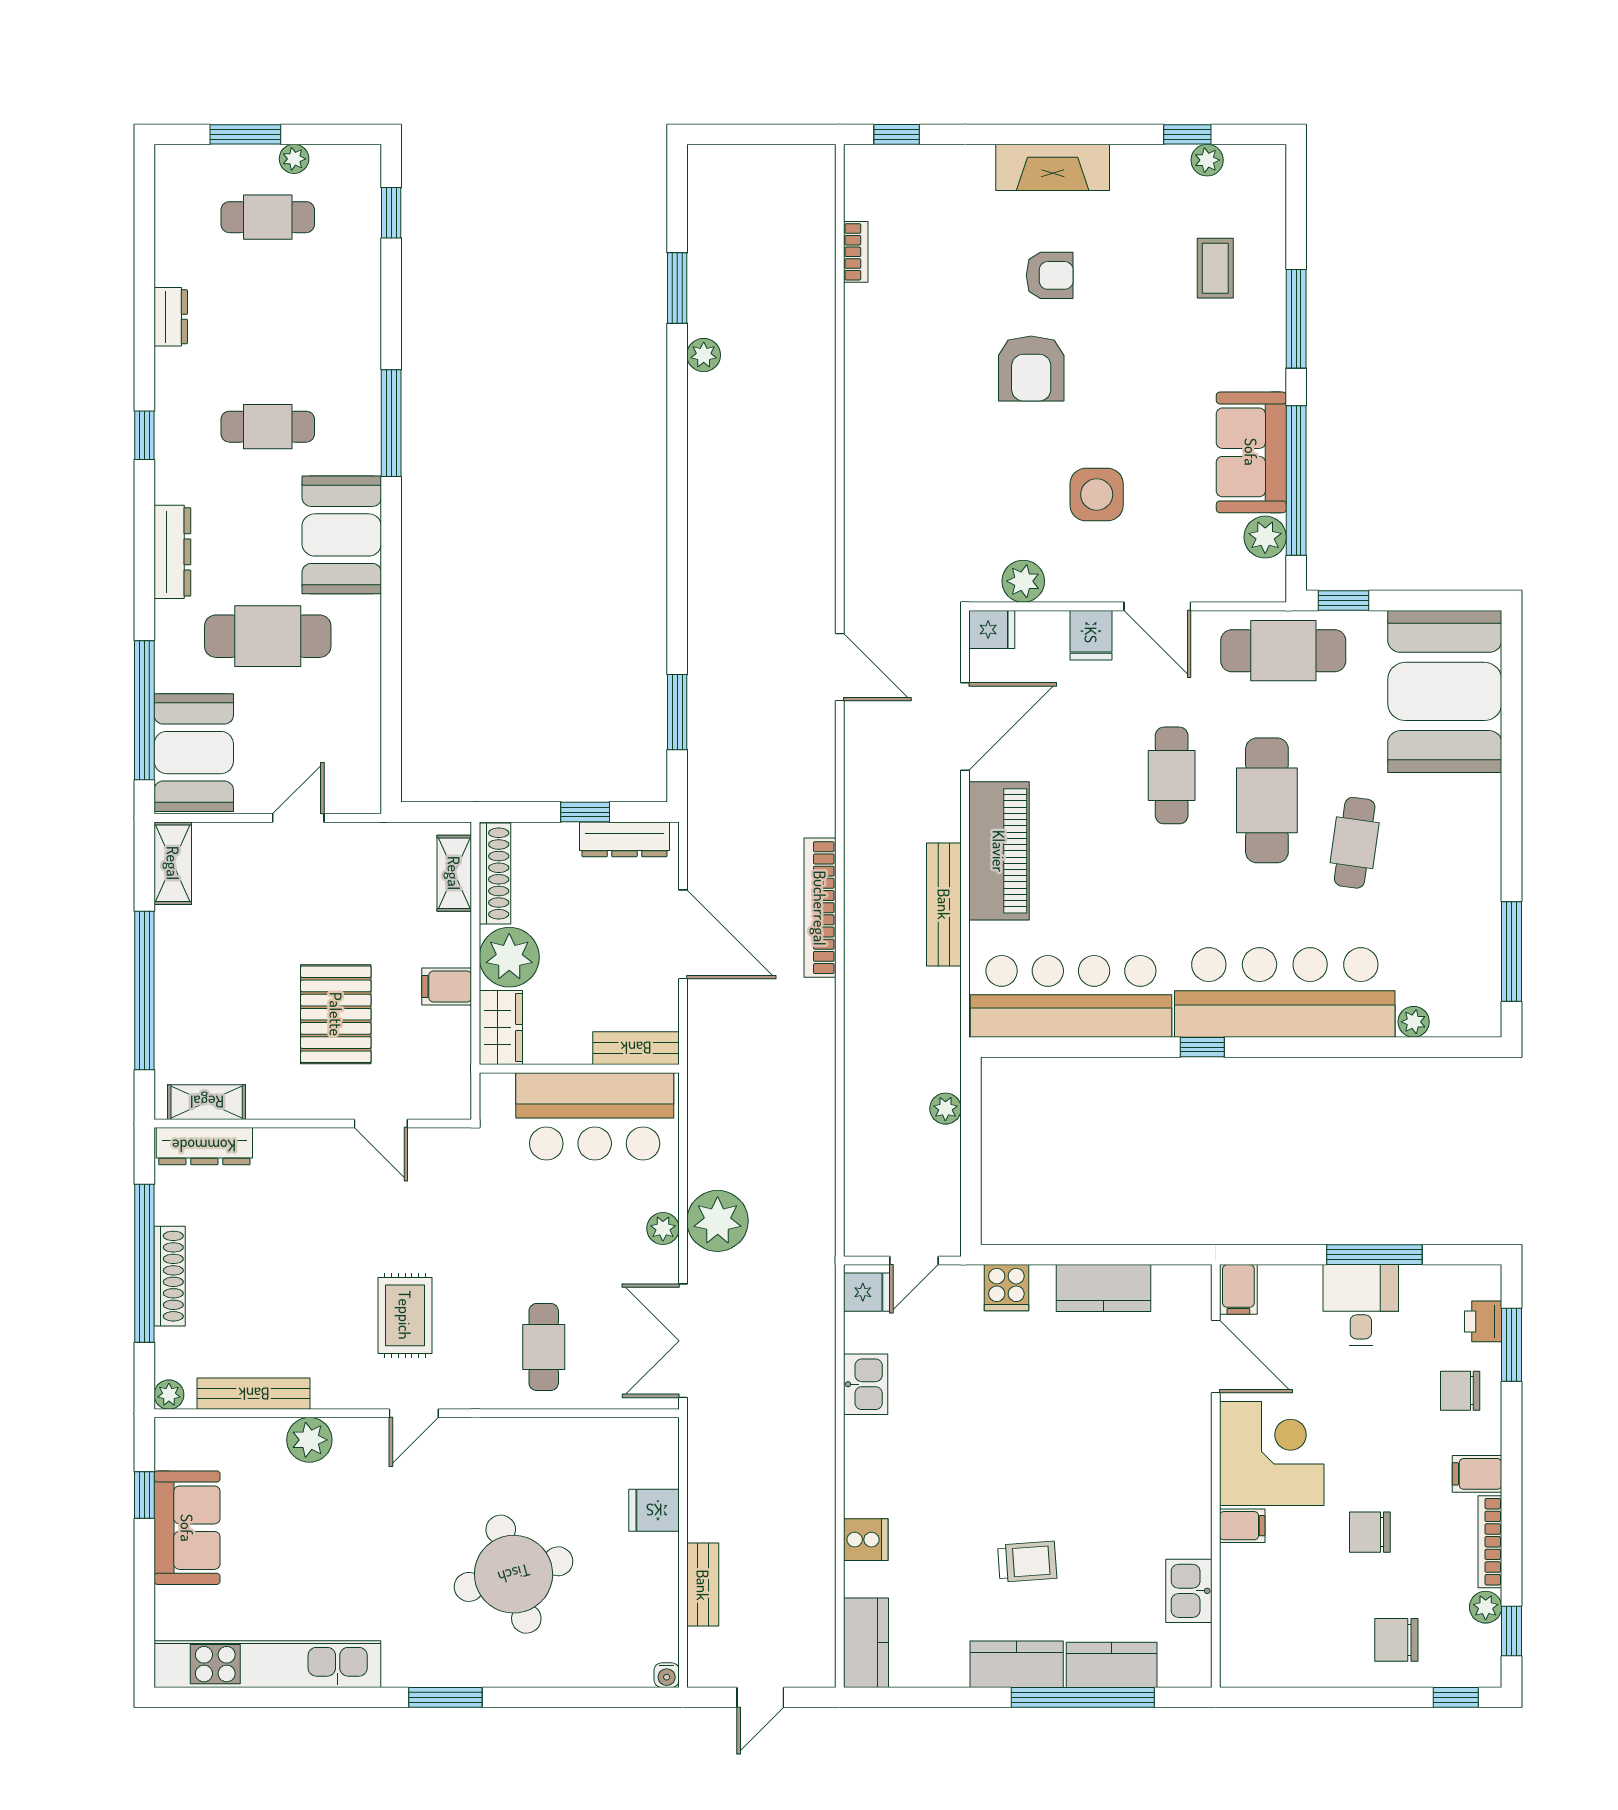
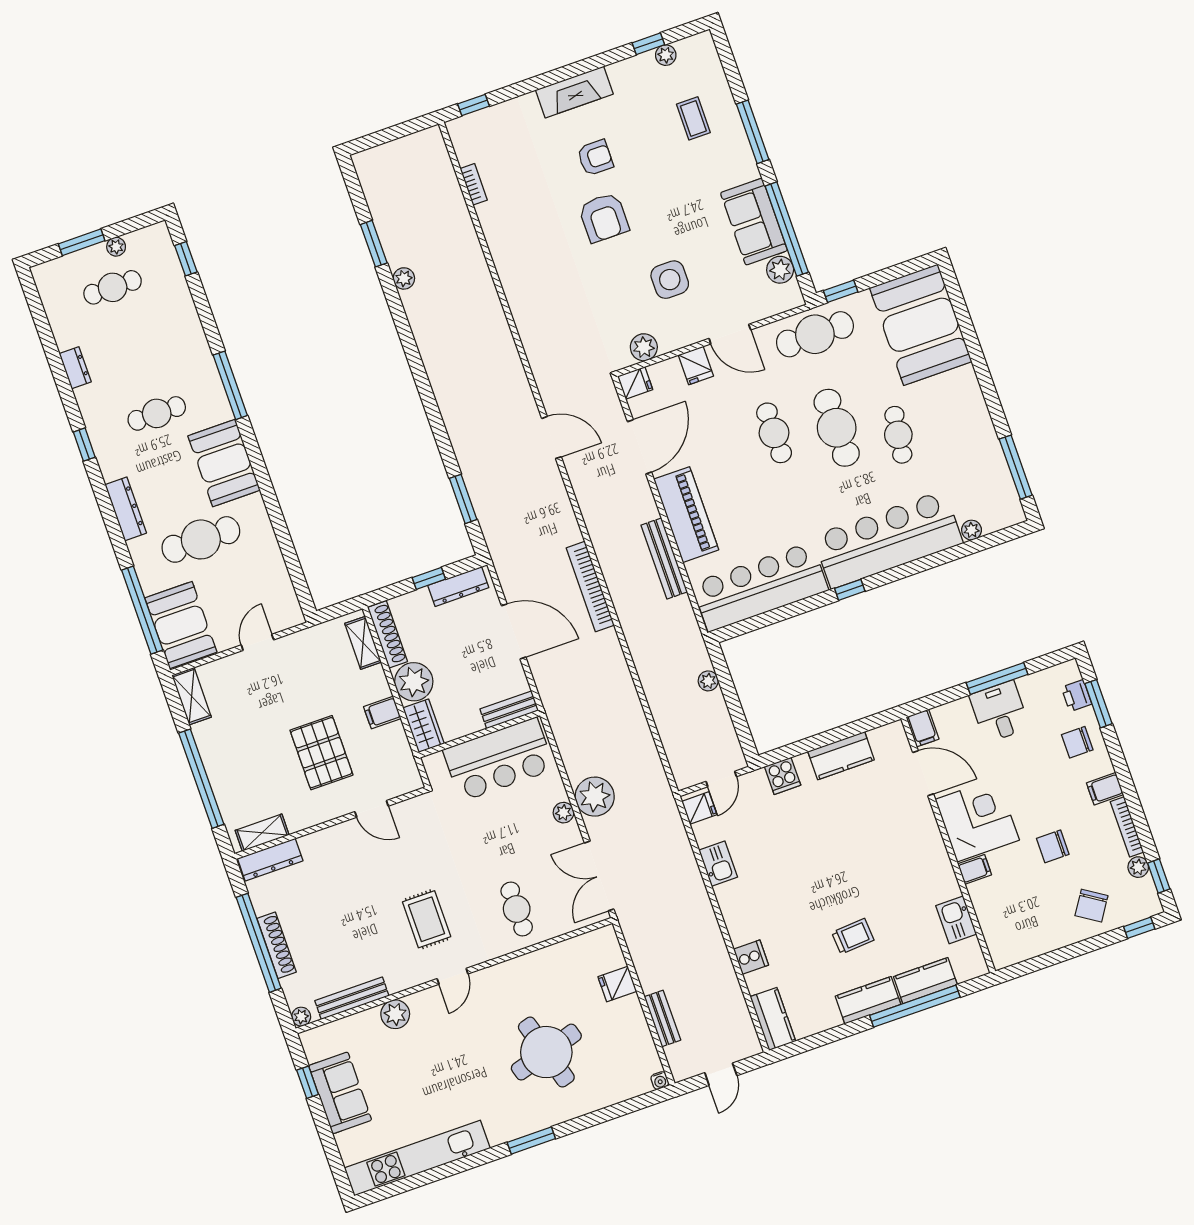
chair: (1396, 1640) -> (1091, 906), turned -57

